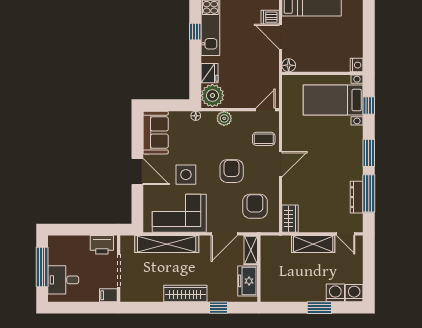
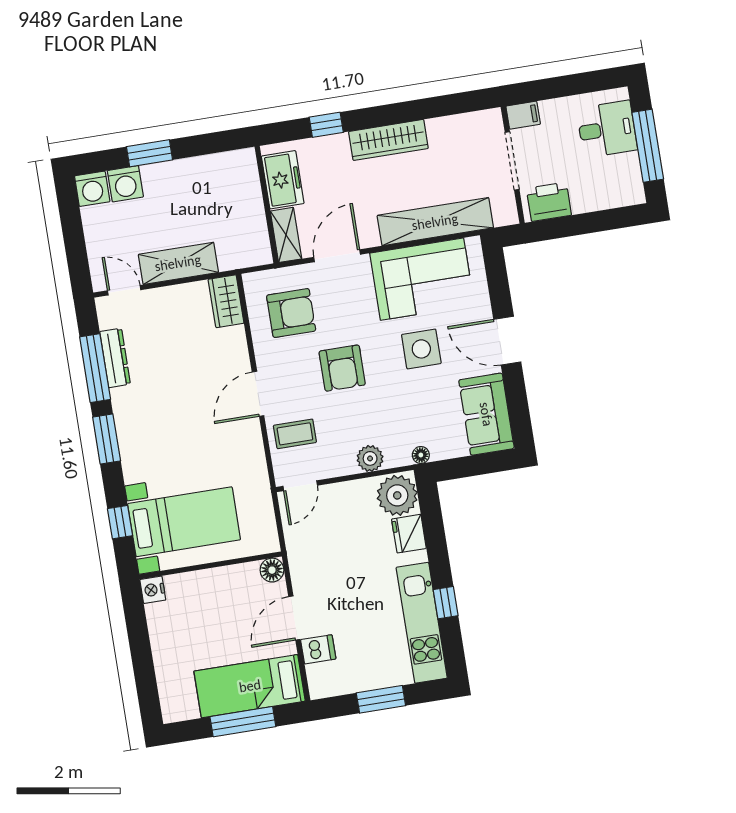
door: (281, 37) -> (294, 618), swing flipped
armchair: (255, 206) -> (291, 313), turned -90

